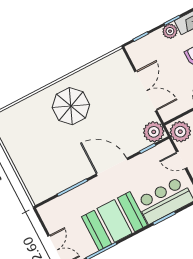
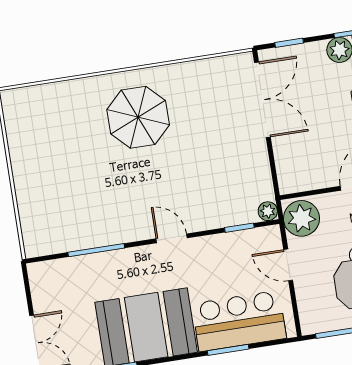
double door: (146, 91) -> (262, 100), moved
plant: (154, 132) -> (268, 211), width x0.53, depth x0.53
door: (112, 167) -> (172, 238), width x0.53

